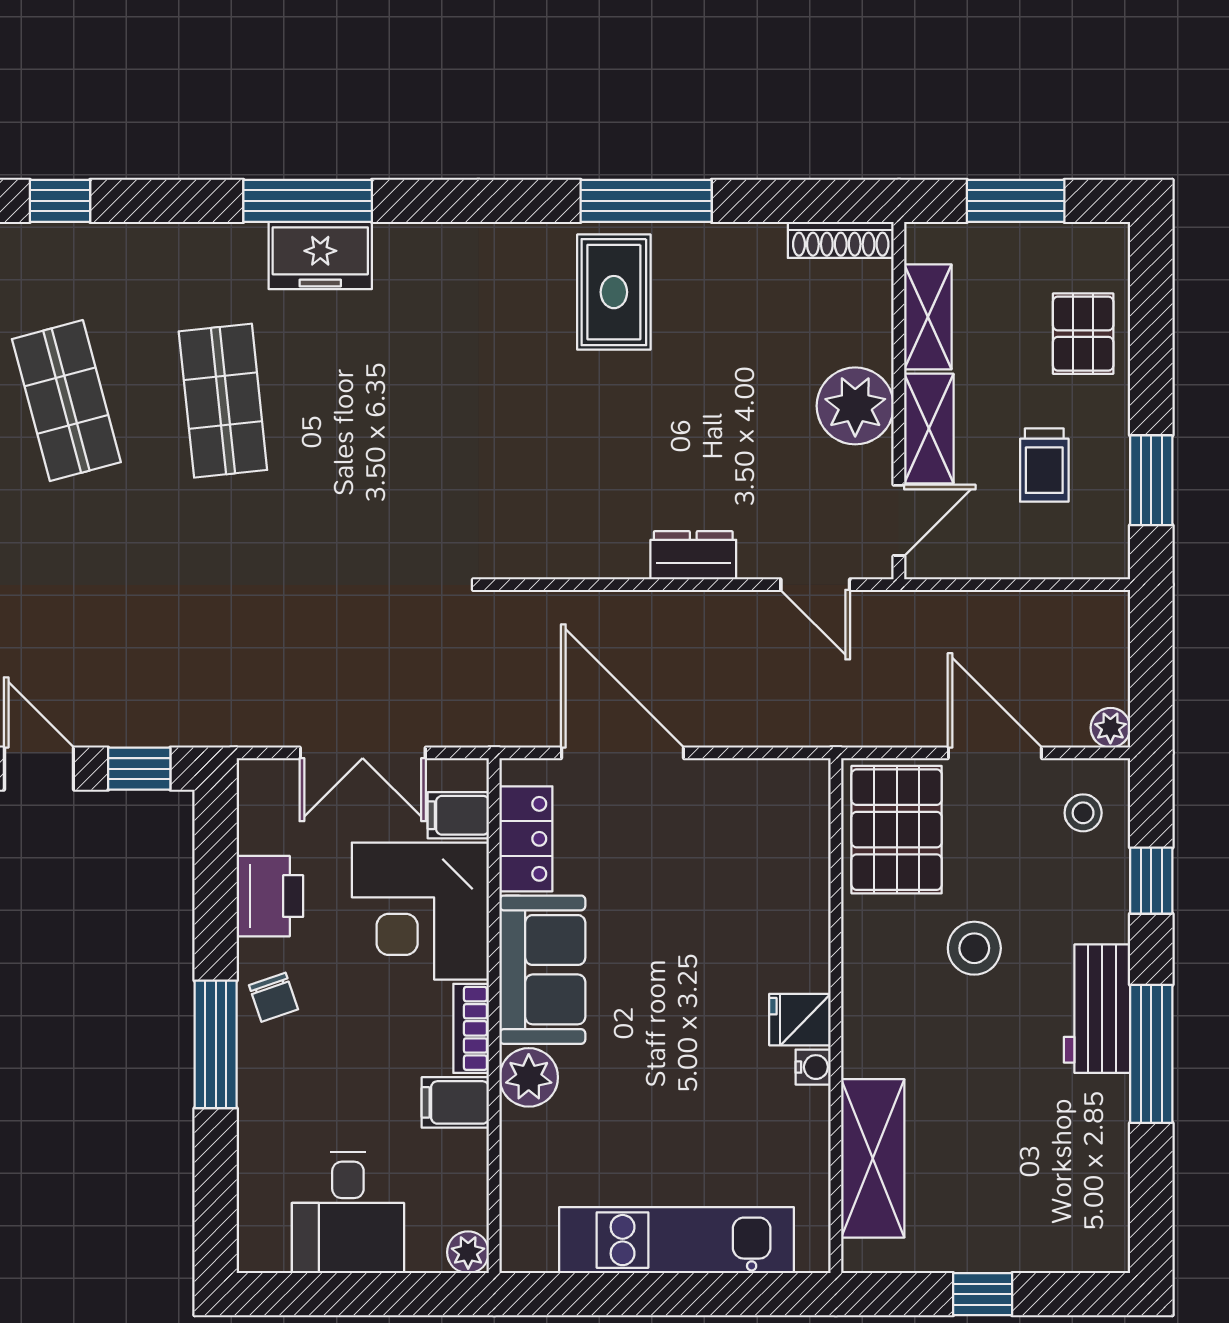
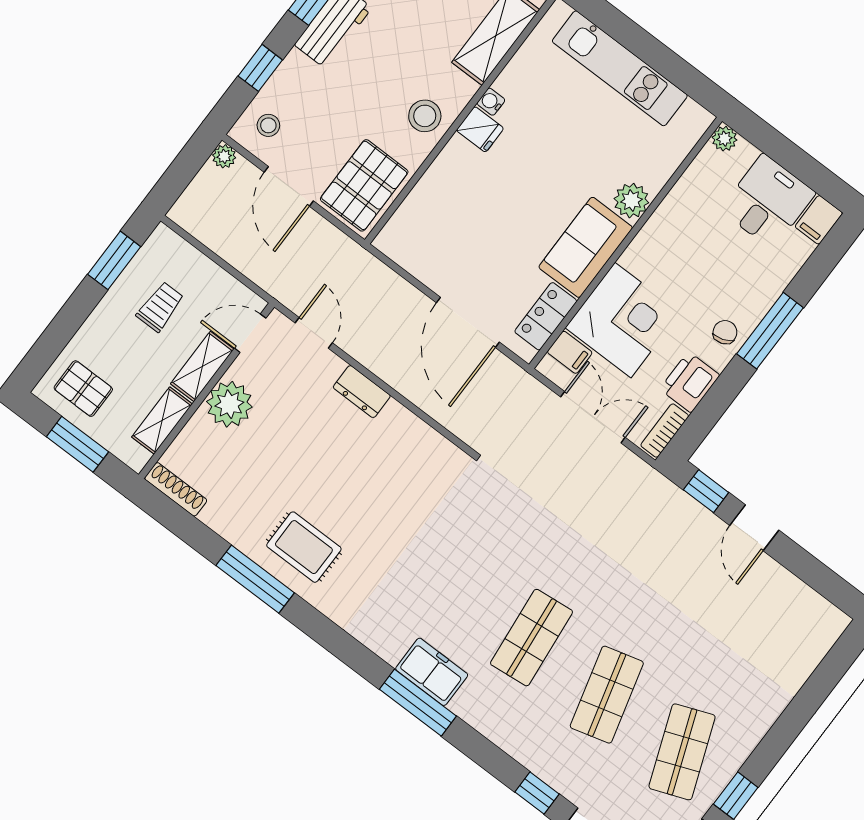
rug: (614, 292) -> (304, 547), turned 90
pallet: (1083, 334) -> (83, 389), moved, turned 90
stool: (974, 948) -> (425, 116), moved
bookcase: (471, 1028) -> (665, 431), moved, turned 180
filing cabinet: (455, 1102) -> (819, 220), moved, turned 90

